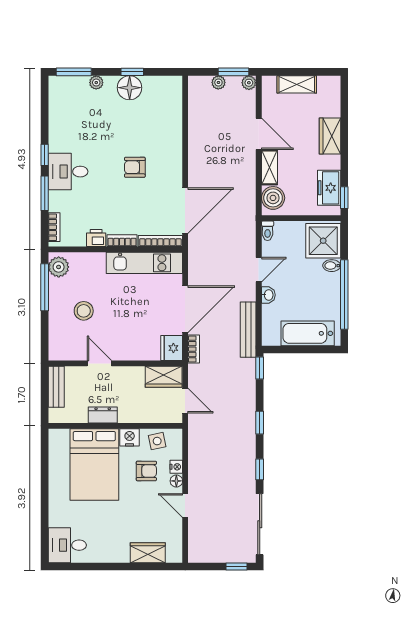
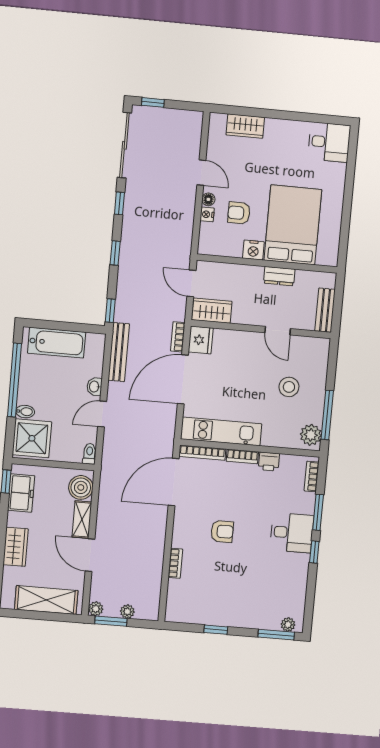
plant: (96, 83) -> (288, 625), moved
shelving: (297, 84) -> (46, 600), width x1.50, depth x1.33
floor lamp: (130, 88) -> (220, 614), removed
bookcase: (177, 133) -> (175, 563), added
side table: (157, 441) -> (225, 243), removed

